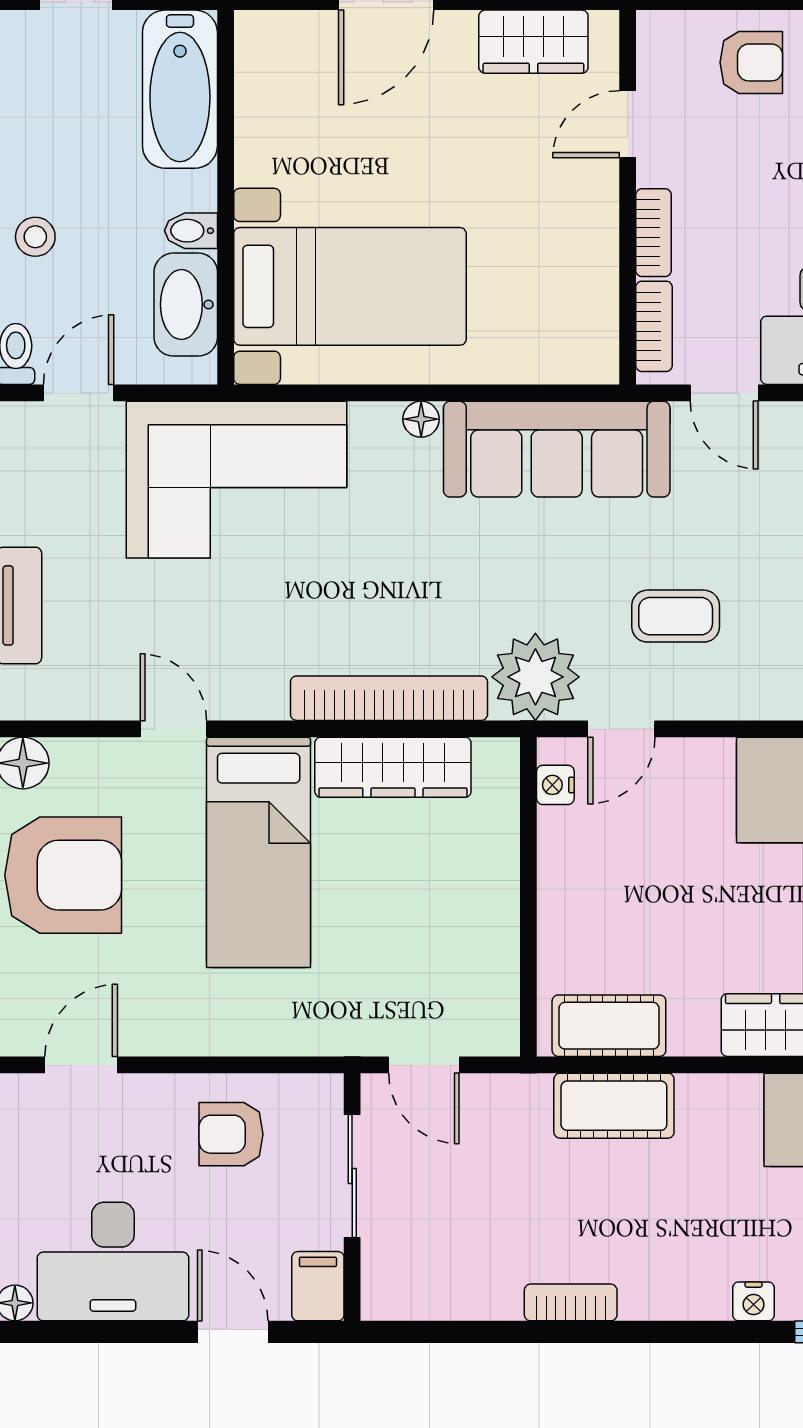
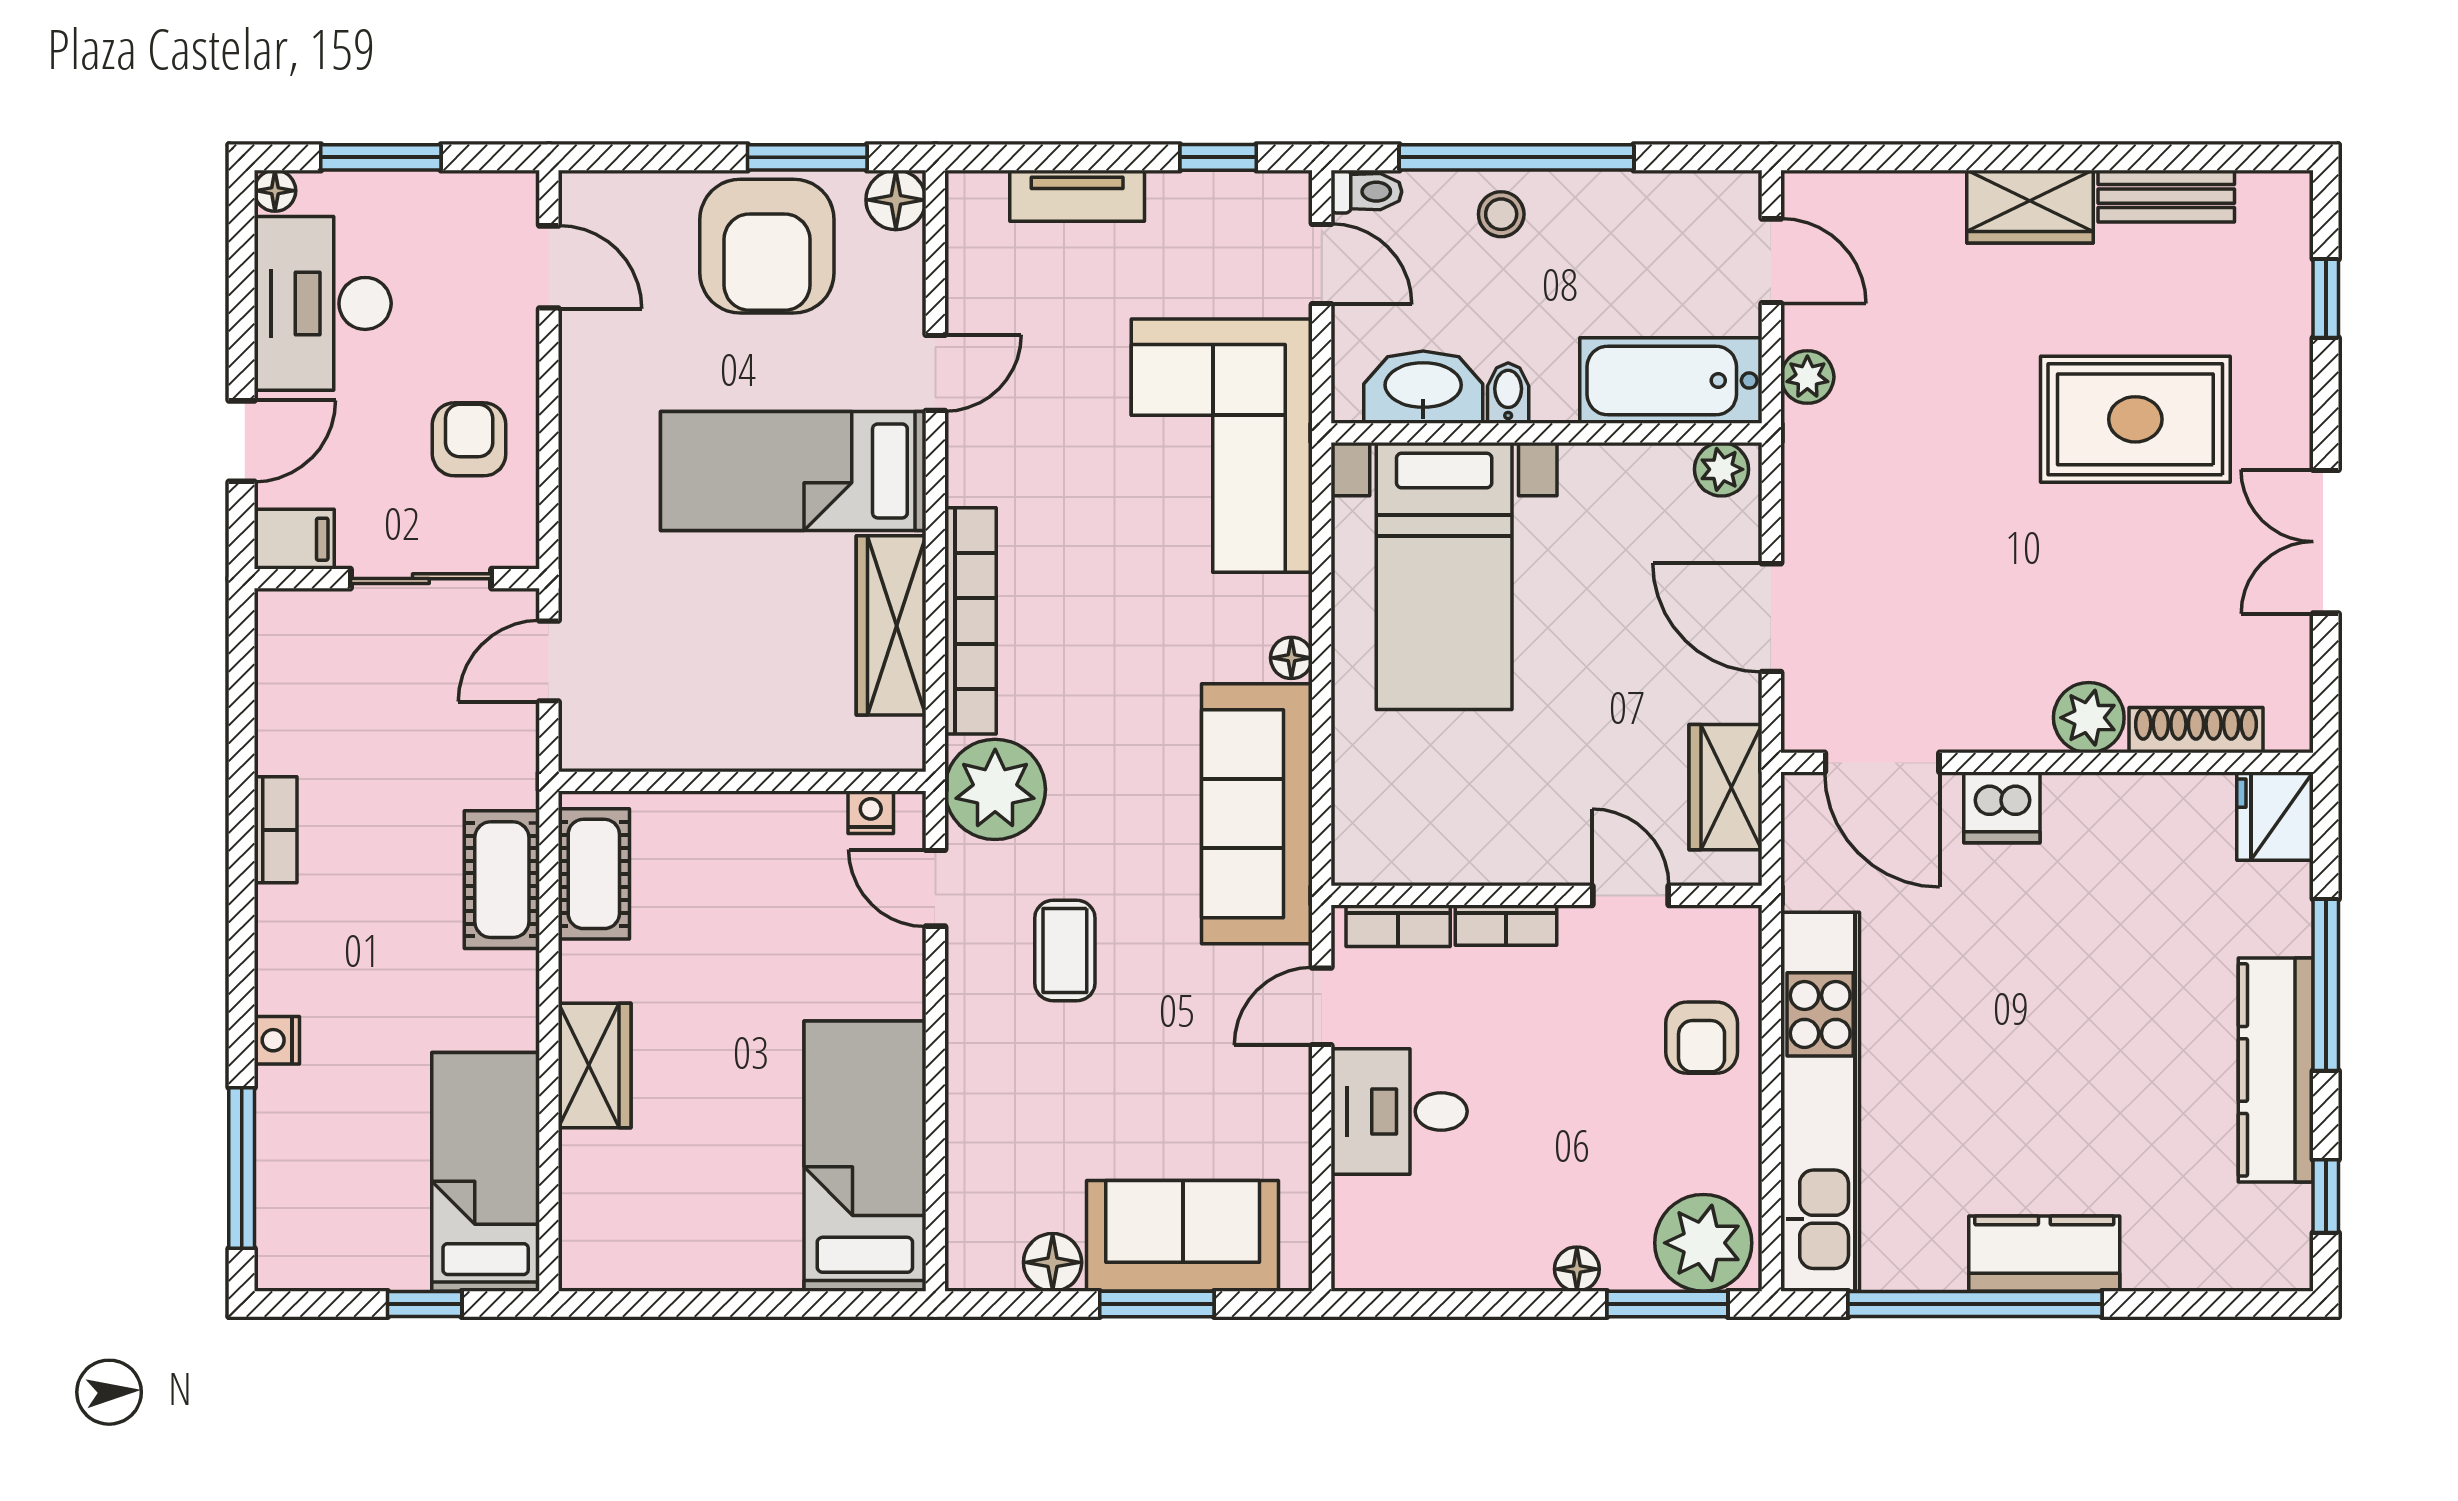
plant: (257, 45) -> (1721, 469), added

